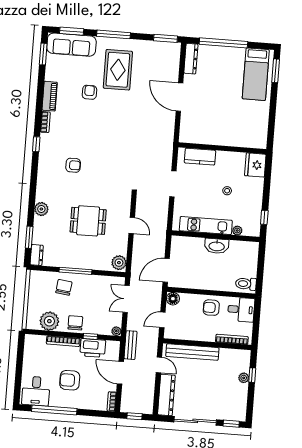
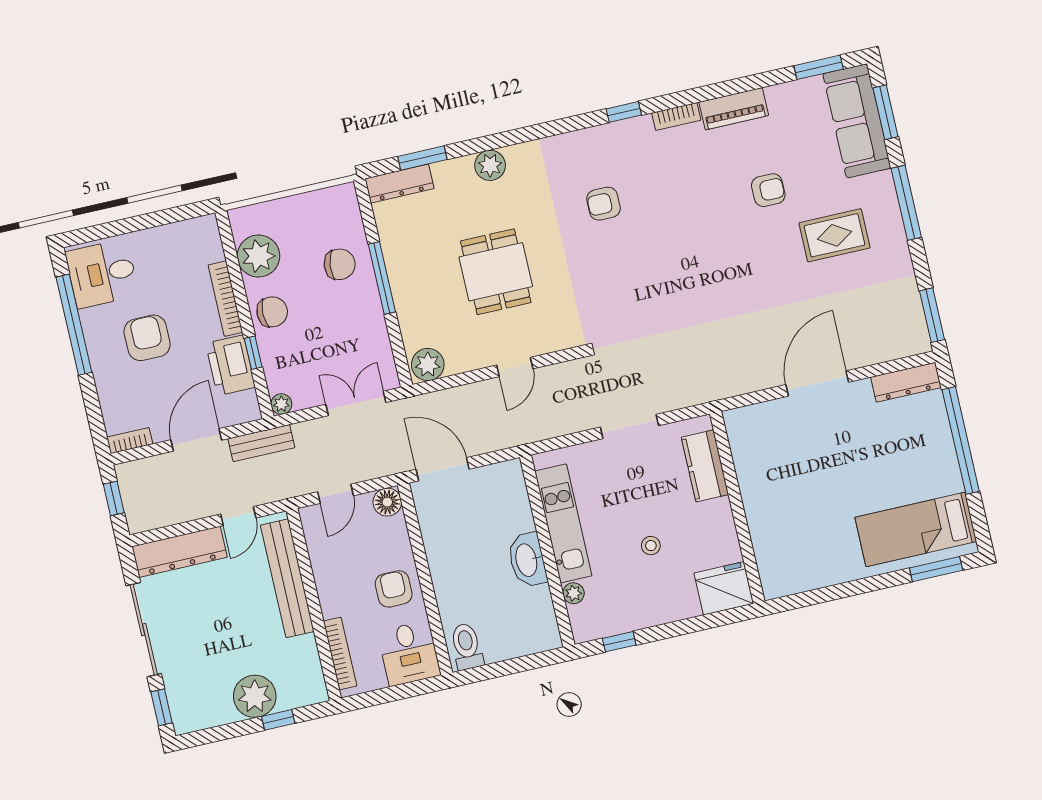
rug: (118, 70) -> (835, 235), width x0.73, depth x0.70
armchair: (73, 165) -> (603, 204), turned 90
dresser: (37, 255) -> (399, 184), width x1.44
door: (162, 320) -> (336, 494), swing flipped
plant: (244, 378) -> (255, 696), width x1.87, depth x1.87

